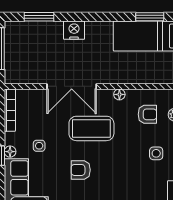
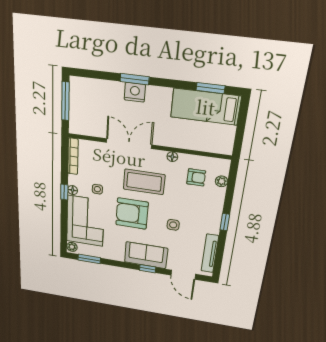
window: (39, 17) -> (135, 79), moved
double door: (72, 86) -> (129, 144), swing flipped
side table: (156, 153) -> (173, 225), moved
armchair: (81, 170) -> (132, 214), width x1.88, depth x1.88

